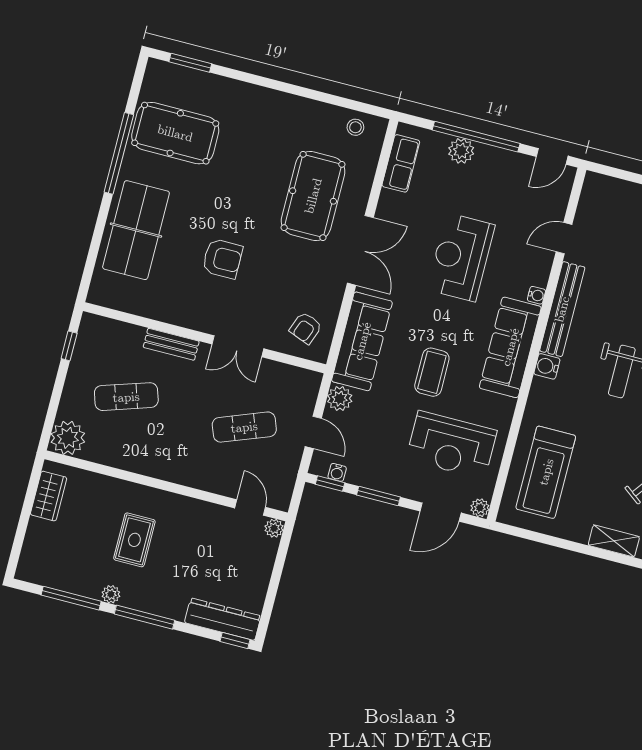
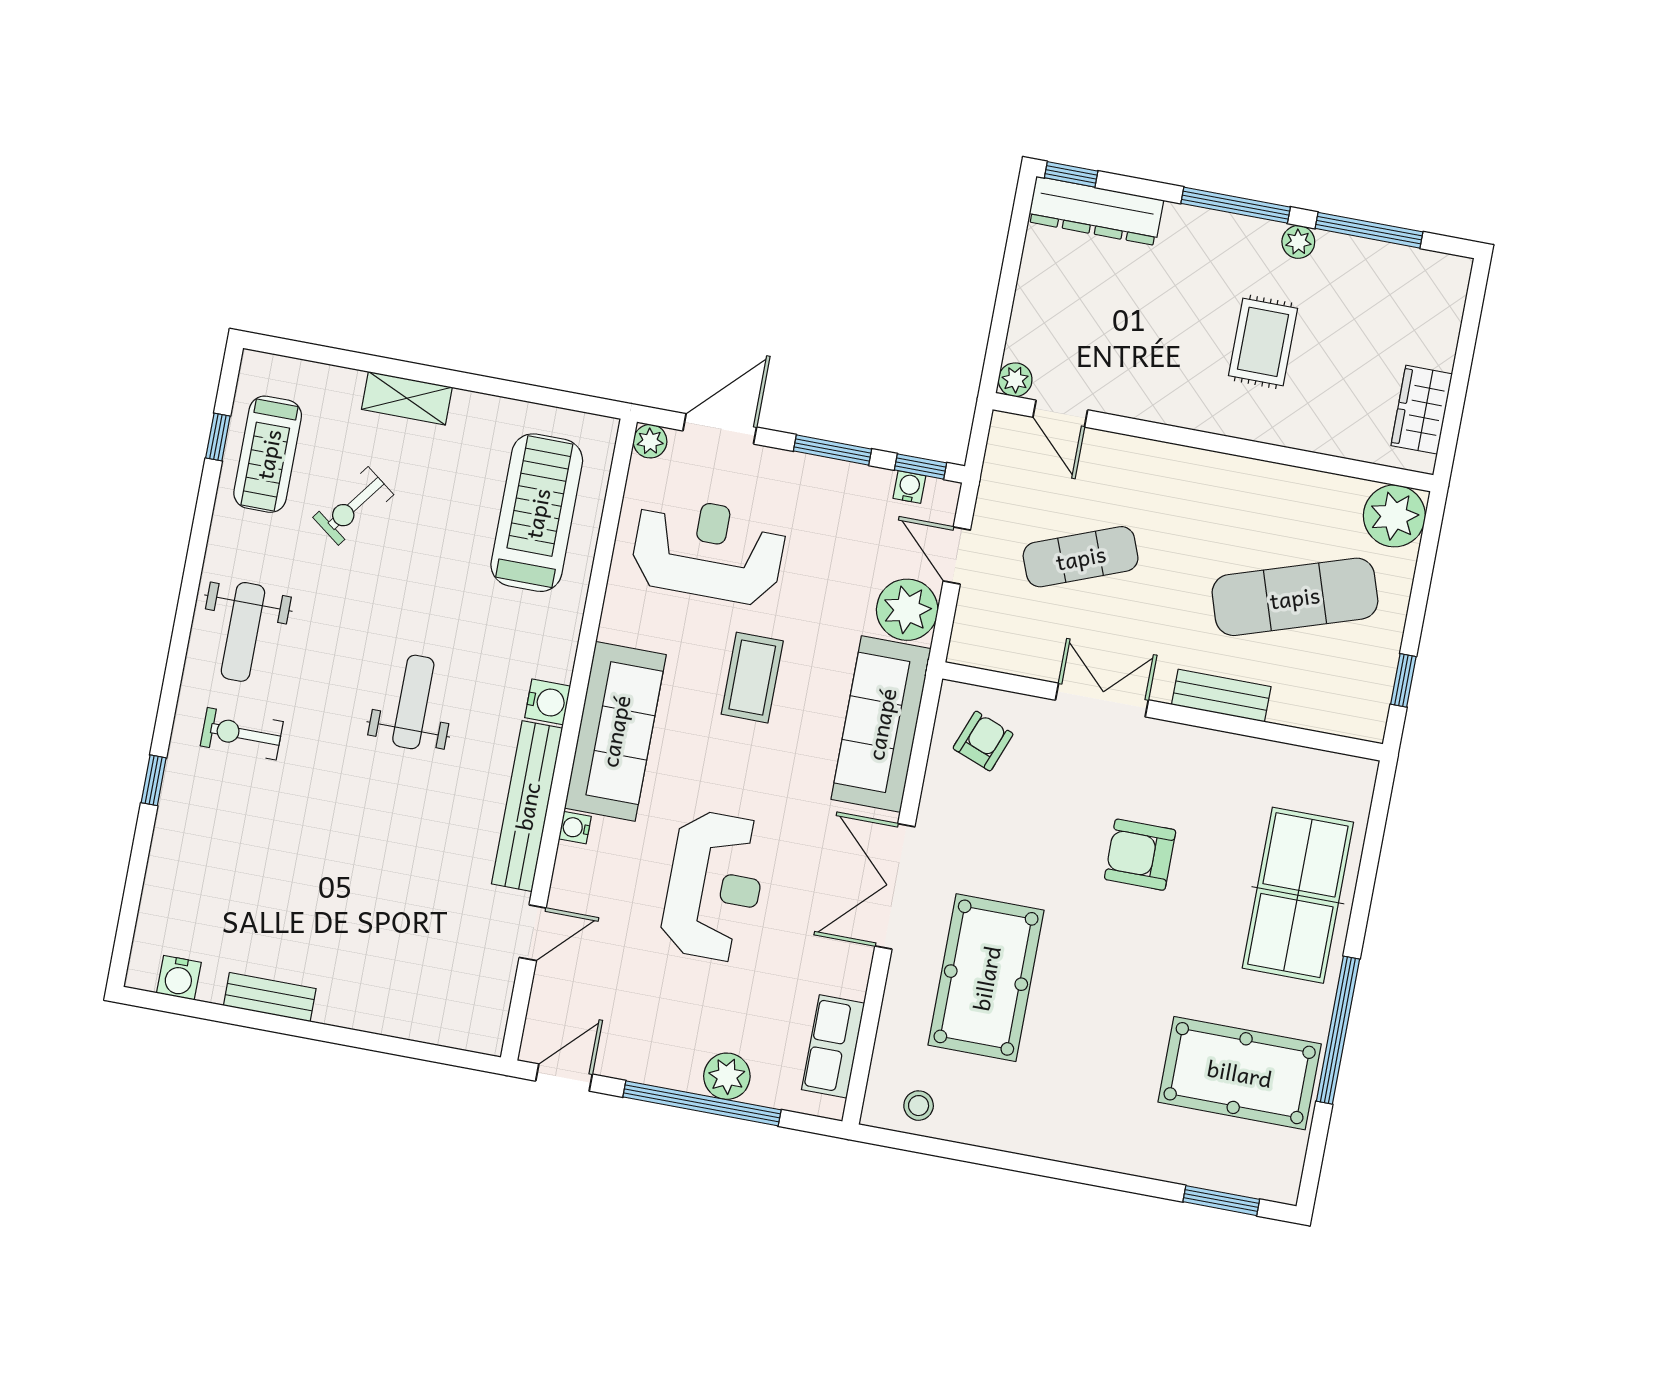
exercise mat: (126, 397) -> (1295, 597), width x1.36, depth x1.45
plant: (340, 399) -> (907, 610), width x1.36, depth x1.36

